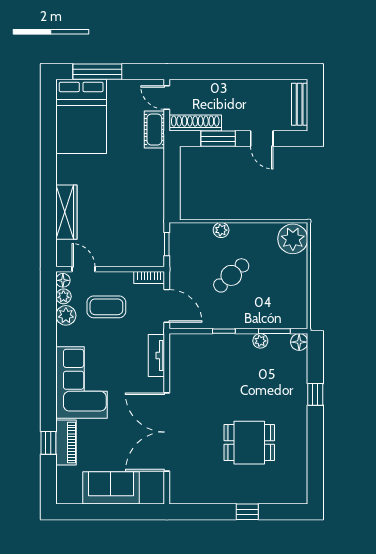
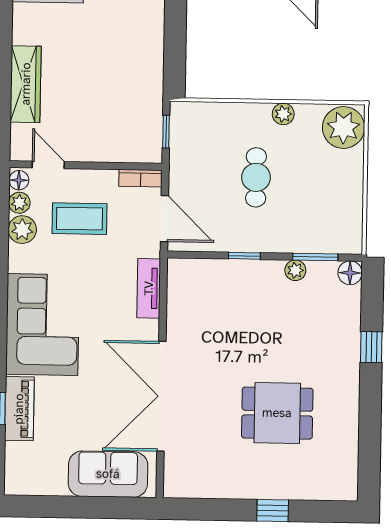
plant: (221, 230) -> (283, 114), moved
cafe table: (231, 275) -> (256, 177), turned -47
sofa: (111, 488) -> (108, 474), moved

